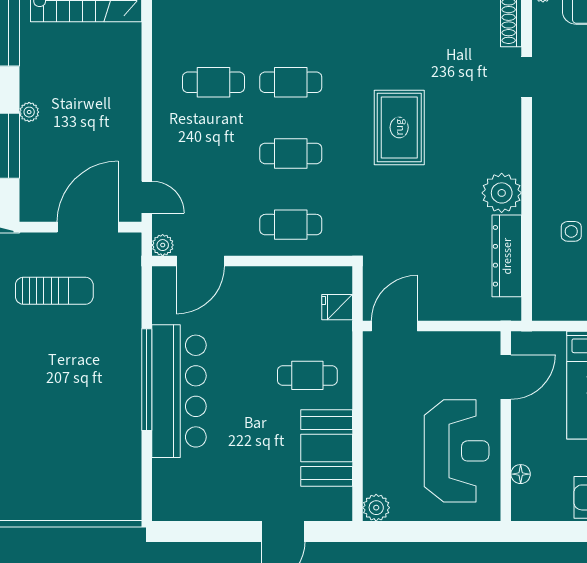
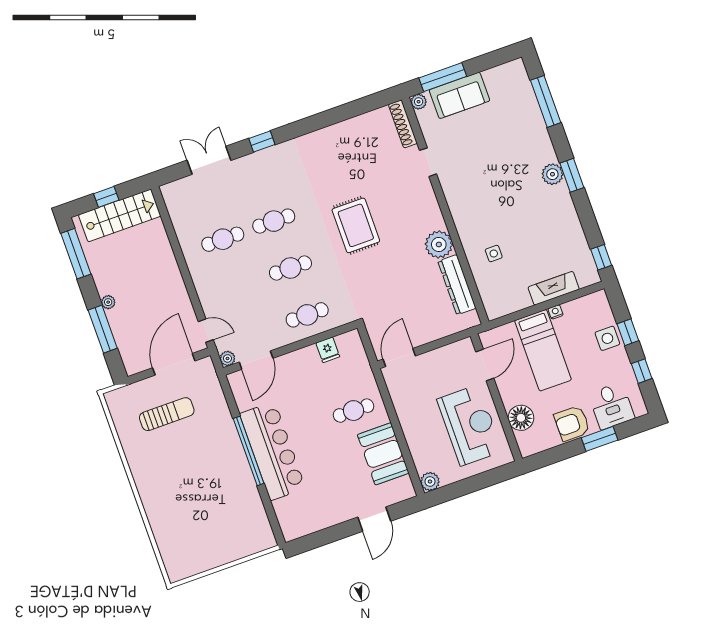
fridge: (337, 307) -> (328, 350), moved, turned -90
floor lamp: (521, 474) -> (521, 418), width x1.89, depth x1.89

